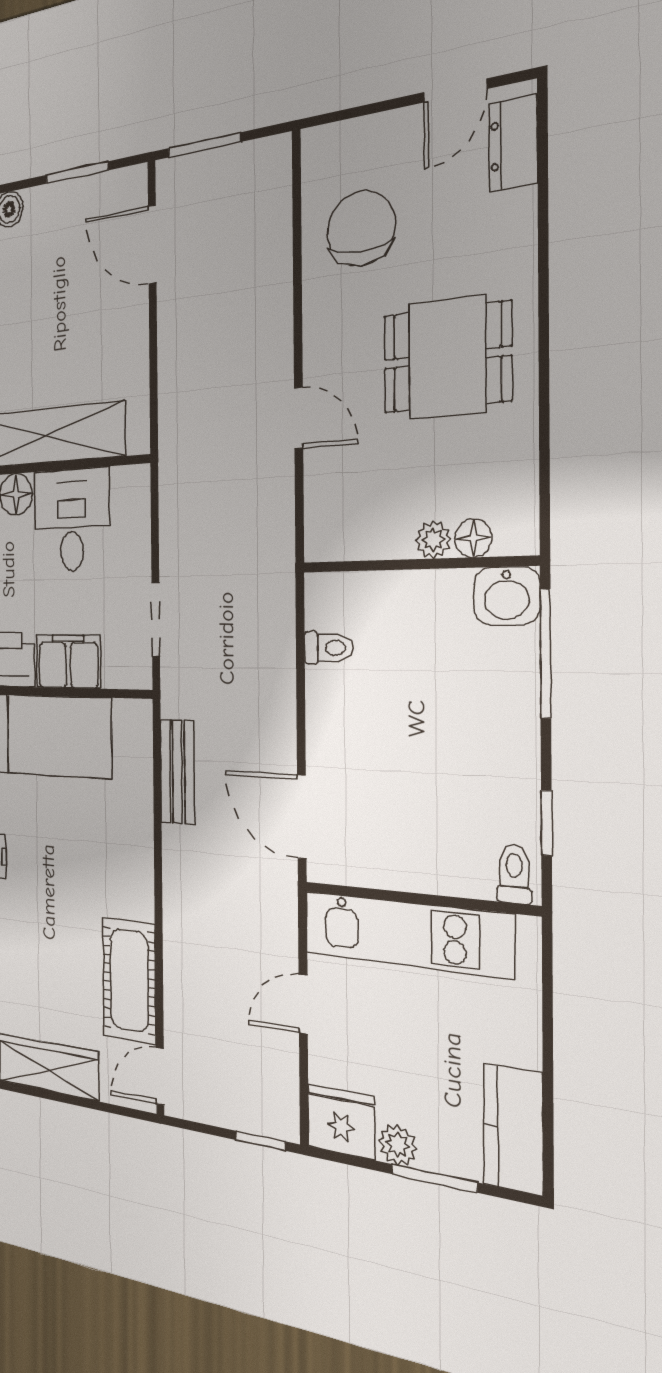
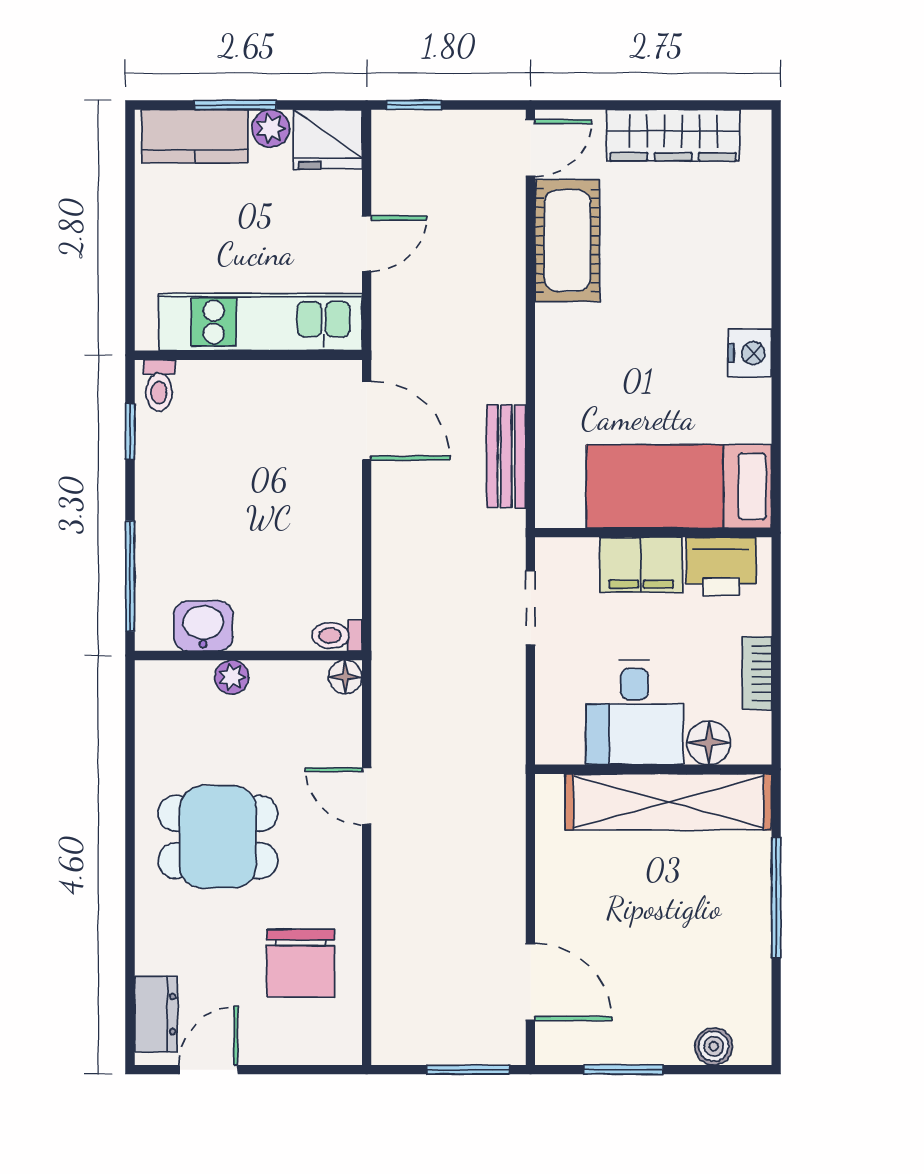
floor lamp: (473, 538) -> (345, 677), moved
washbasin: (507, 596) -> (203, 626), moved
toilet: (329, 648) -> (337, 636), moved
kitchen counter: (513, 1129) -> (195, 136), moved, turned 90

